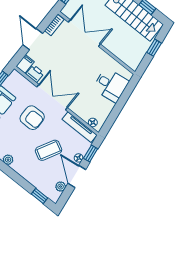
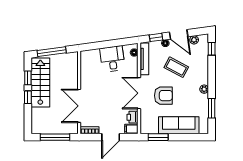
window: (154, 48) -> (52, 52), width x2.17
desk: (111, 85) -> (112, 59), moved
armchair: (32, 118) -> (163, 96), turned 90
door: (77, 176) -> (179, 34), hinge flipped

